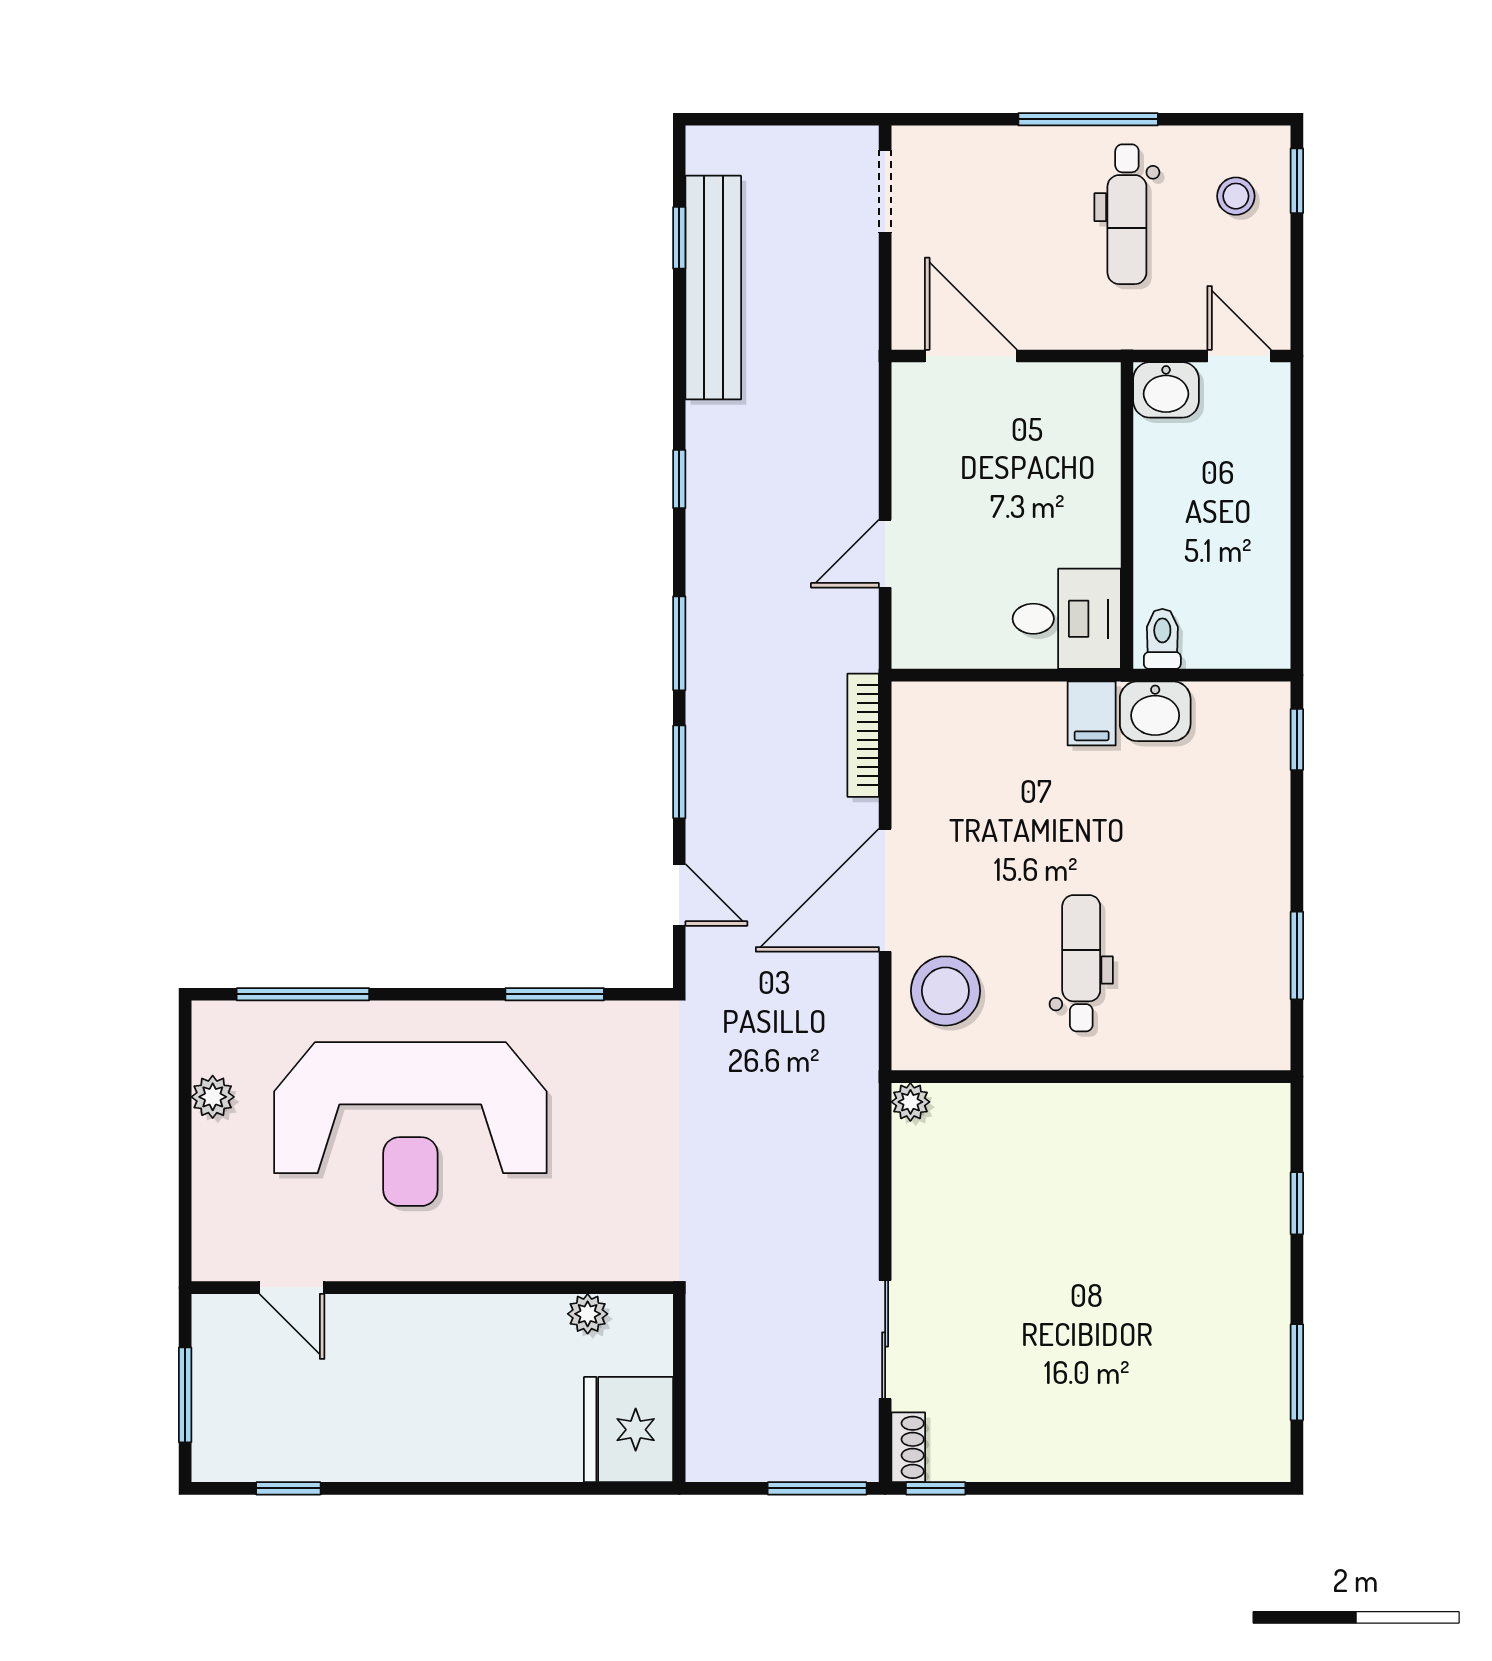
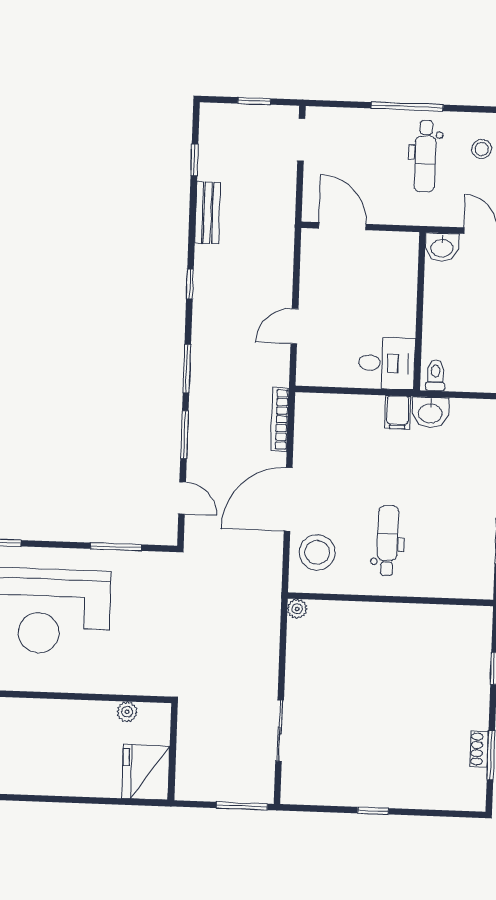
window: (791, 119) -> (254, 101), added
bench: (713, 288) -> (208, 213), width x0.54, depth x0.82
shoe rack: (908, 1447) -> (479, 749), moved, turned 180
window: (936, 1488) -> (373, 811), moved

